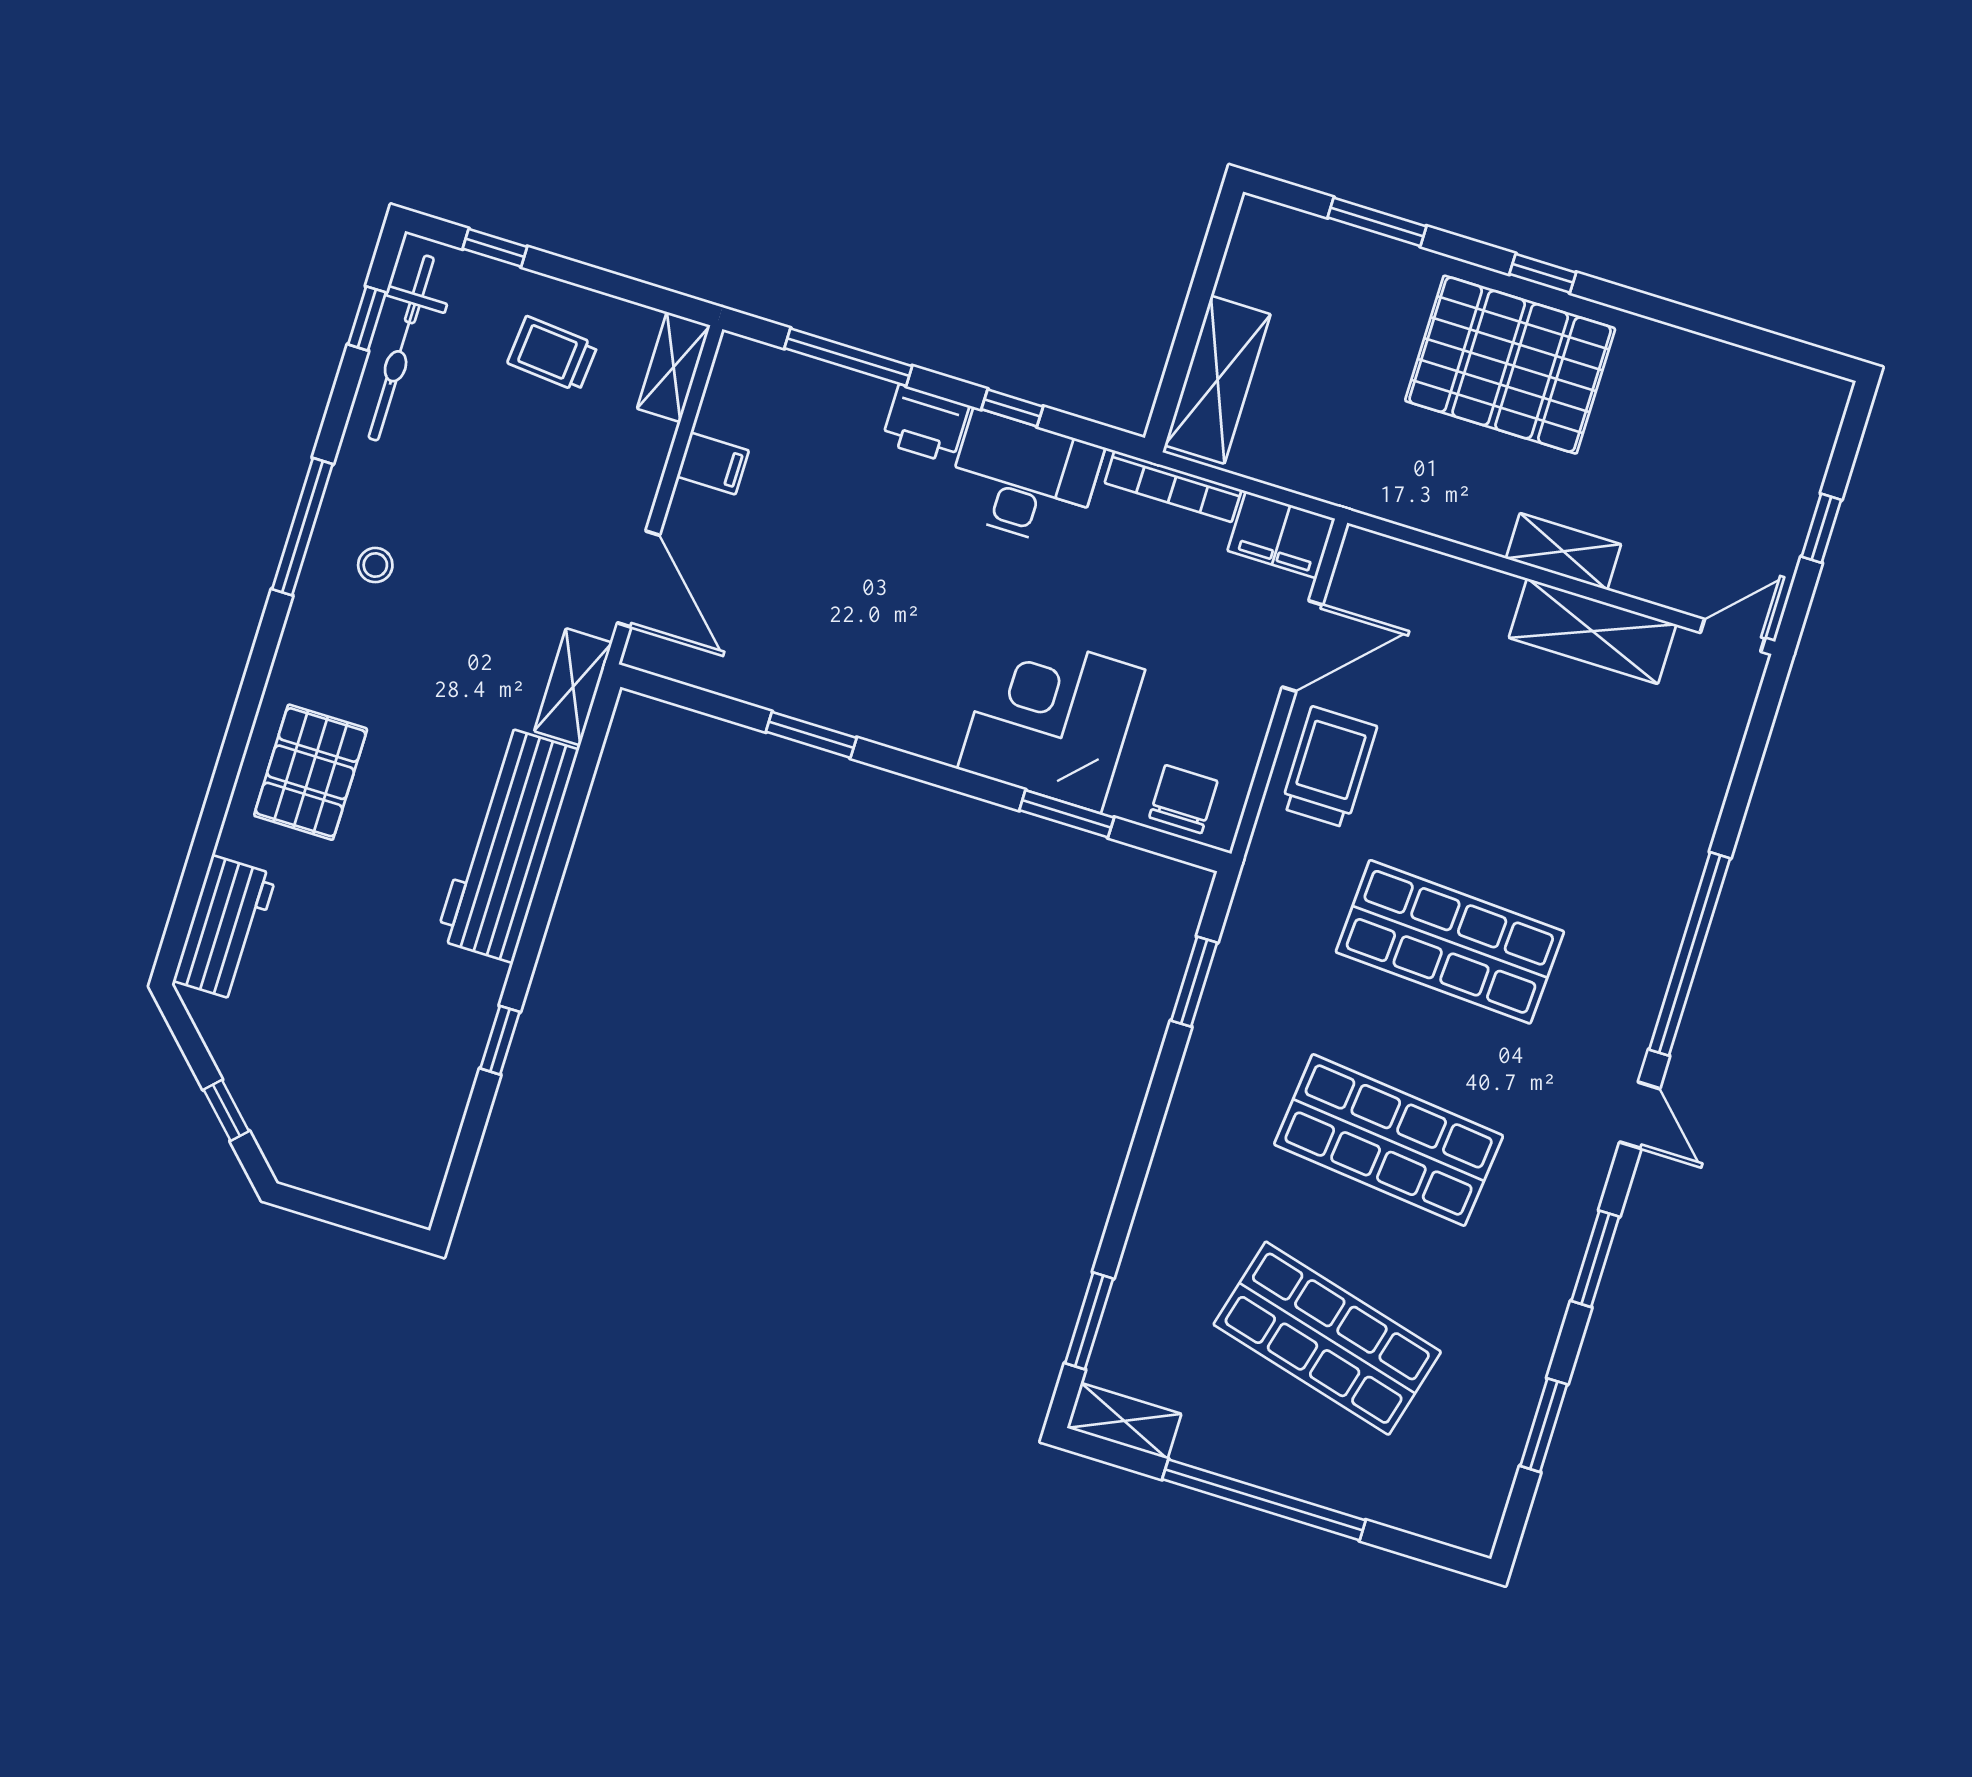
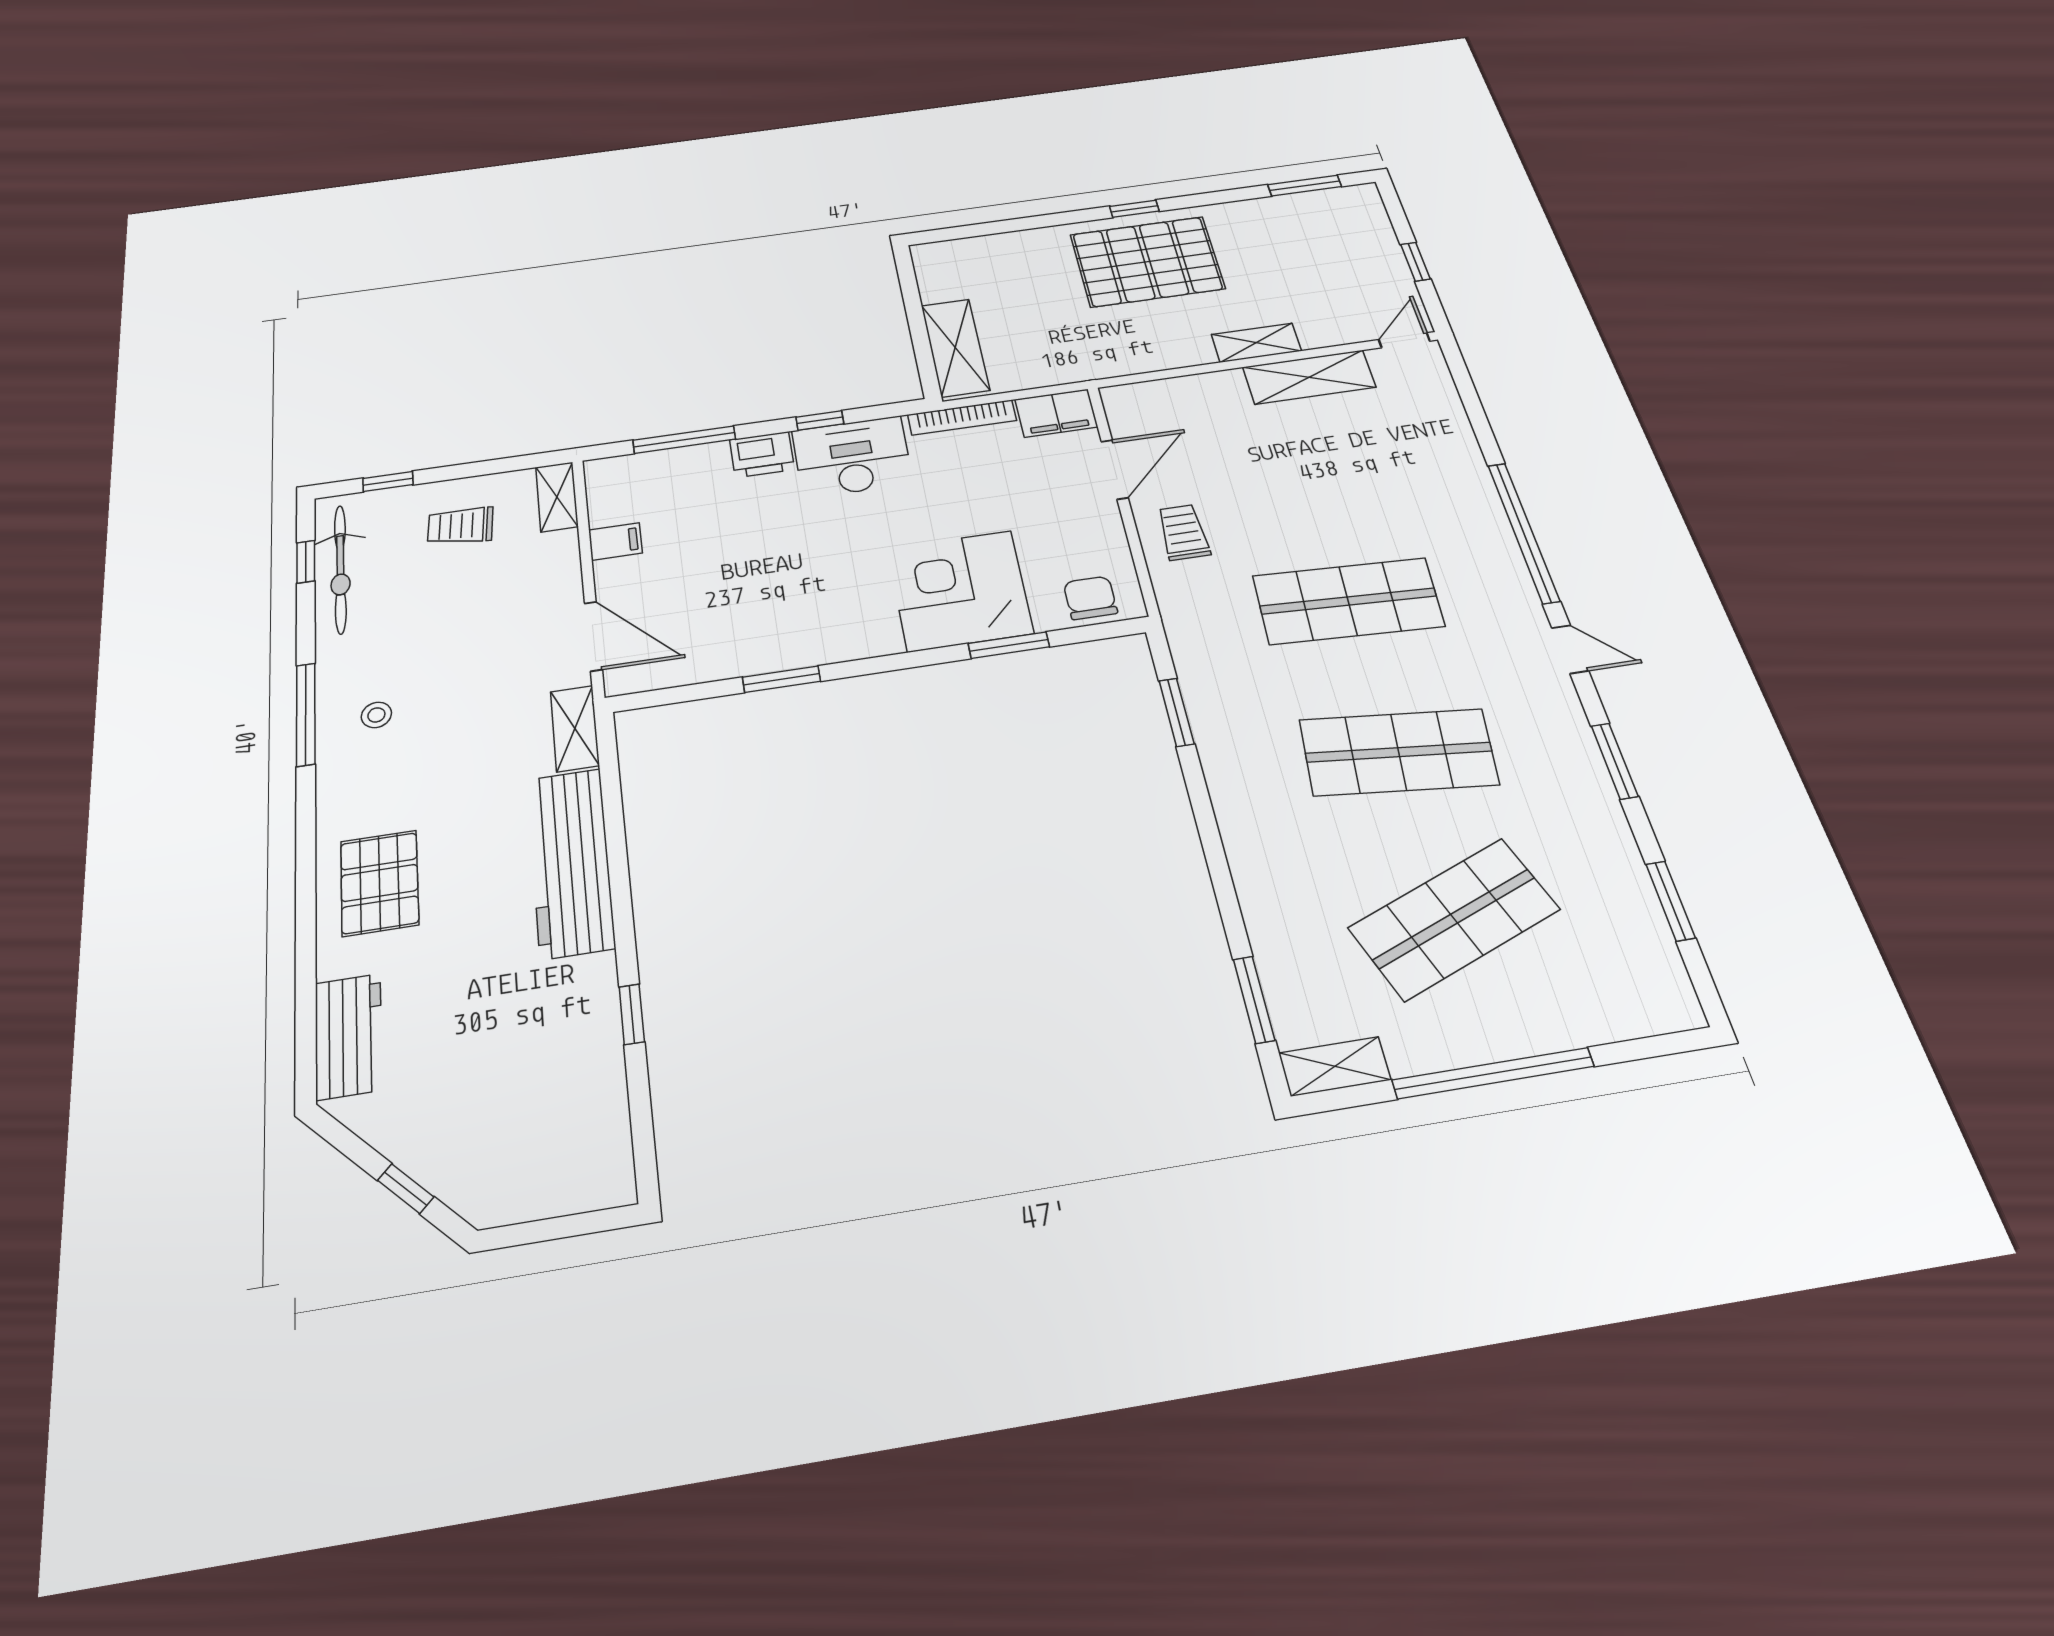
window: (1377, 222) -> (1305, 186), moved
trolley: (1329, 767) -> (1183, 532), width x0.73, depth x0.72
shop shelf: (1327, 1338) -> (1454, 919), turned -36

